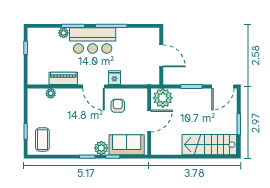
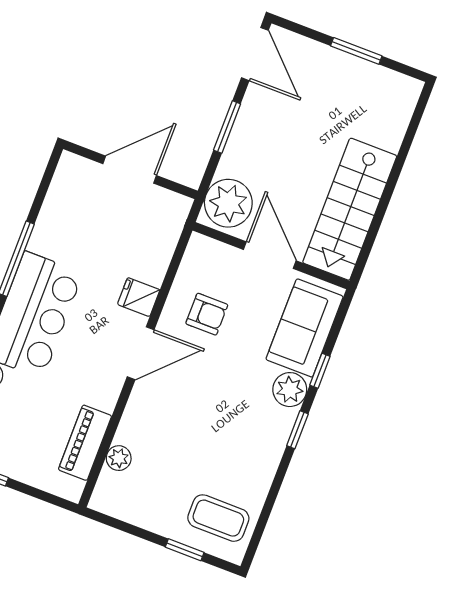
piano: (63, 78) -> (85, 443), moved
armchair: (118, 106) -> (207, 314), turned 180
stairs: (209, 145) -> (350, 209), moved

